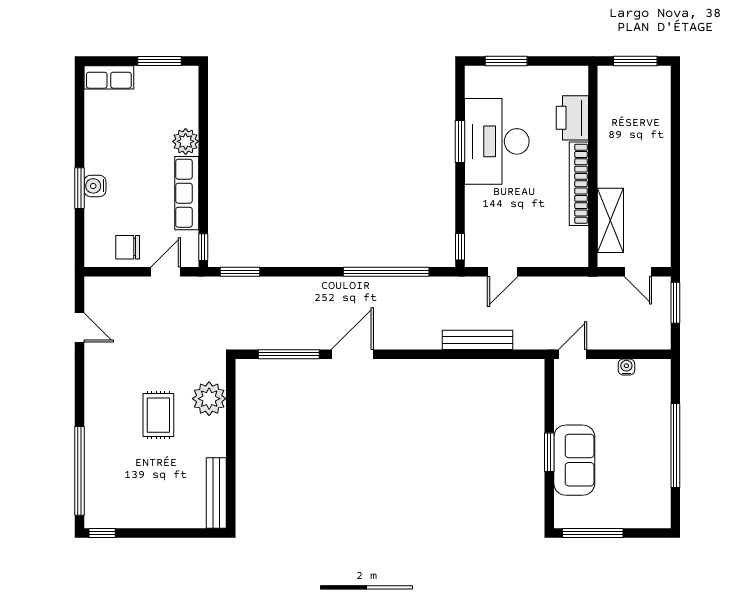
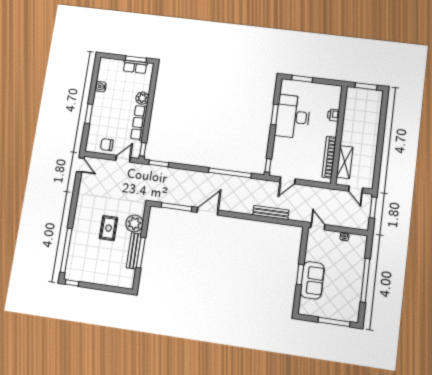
row of seats: (109, 77) -> (135, 67), moved
printer: (572, 118) -> (333, 115), width x0.53, depth x0.68
bookcase: (579, 184) -> (329, 157), moved
water cooler: (95, 186) -> (101, 87), moved
door: (80, 327) -> (80, 165), moved
door: (573, 354) -> (318, 226), hinge flipped
window: (231, 454) -> (141, 253), added
bench: (216, 493) -> (134, 251), moved
window: (593, 533) -> (334, 322), moved

